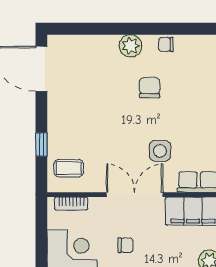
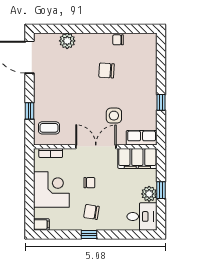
plant: (130, 46) -> (67, 41), moved
chair: (150, 88) -> (107, 70), turned -87

